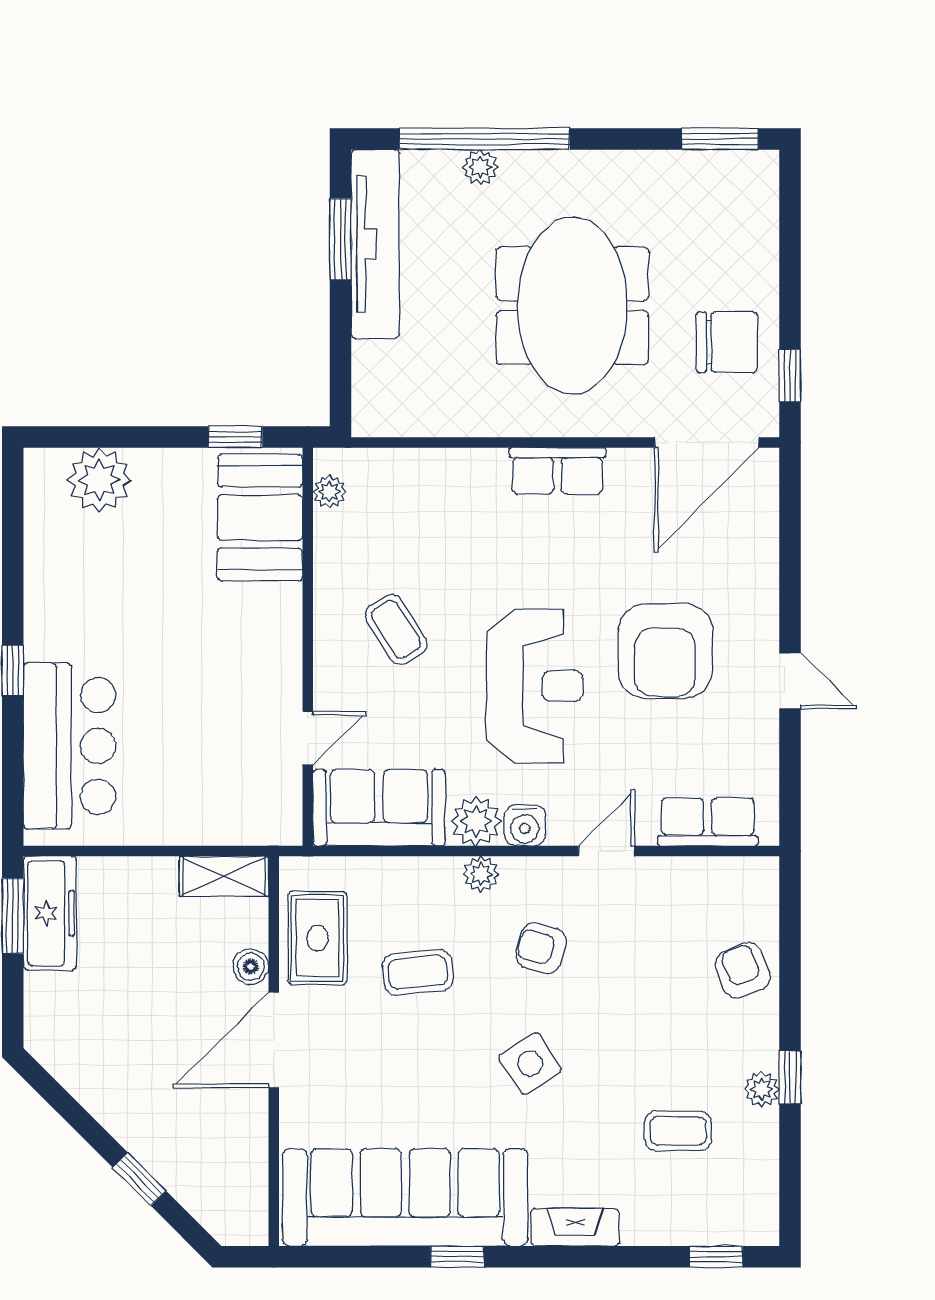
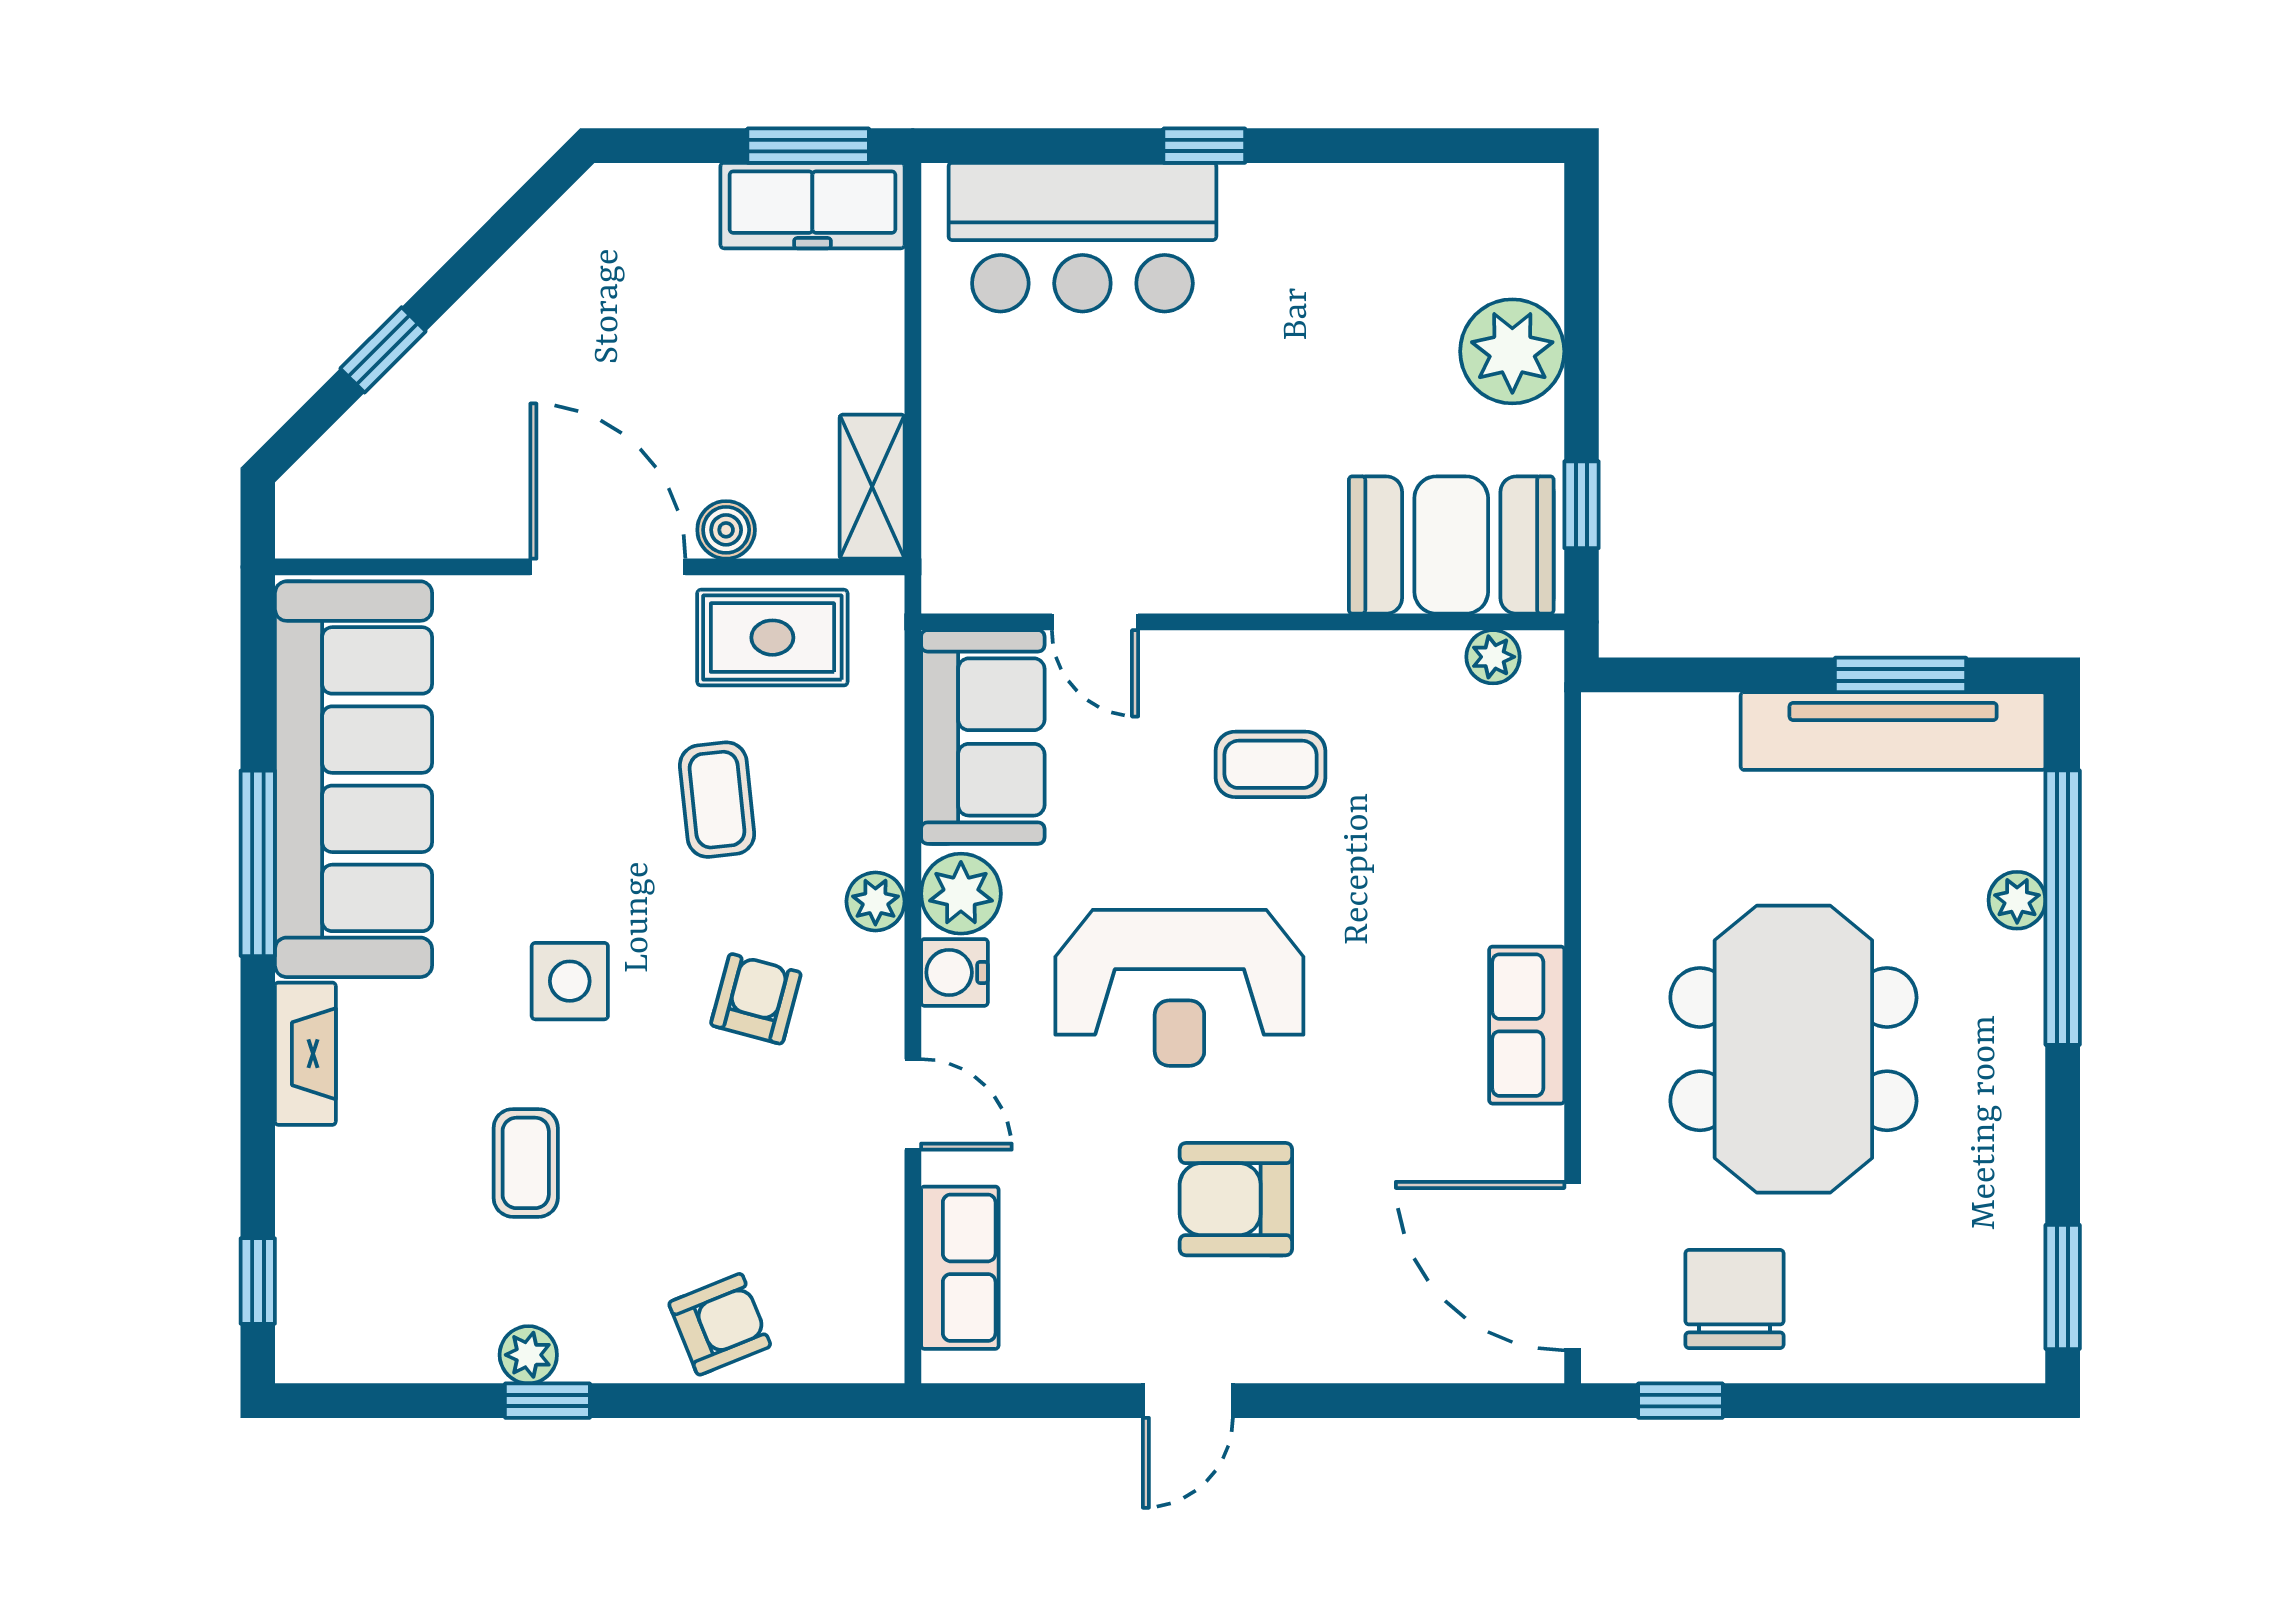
meeting table: (572, 306) -> (1793, 1049), turned 90
chair: (727, 342) -> (1734, 1299), turned 180
plant: (99, 480) -> (1512, 351), moved
coffee table: (396, 630) -> (1271, 764), turned 32
armchair: (665, 651) -> (1236, 1199), width x0.73, depth x0.73
side table: (530, 1063) -> (570, 981), turned 33
coffee table: (678, 1131) -> (526, 1163), moved
window: (457, 1257) -> (258, 863), width x2.17

